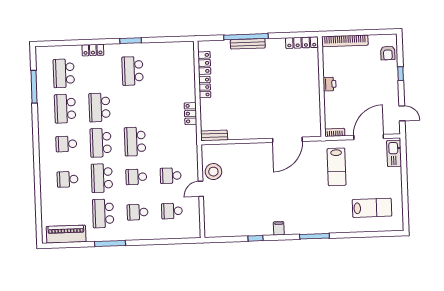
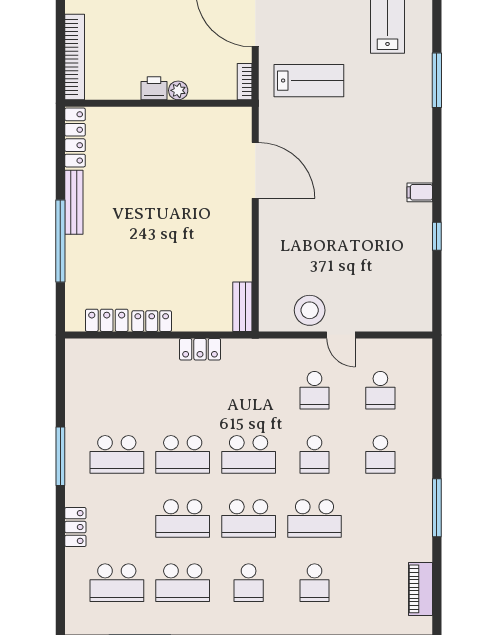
window: (131, 41) -> (60, 456), width x1.44
bench: (248, 44) -> (74, 202), moved
plant: (329, 97) -> (178, 90), added
school desk: (103, 213) -> (183, 454), moved
piano: (66, 234) -> (420, 589), width x0.73, depth x0.75
window: (314, 236) -> (437, 80), moved

